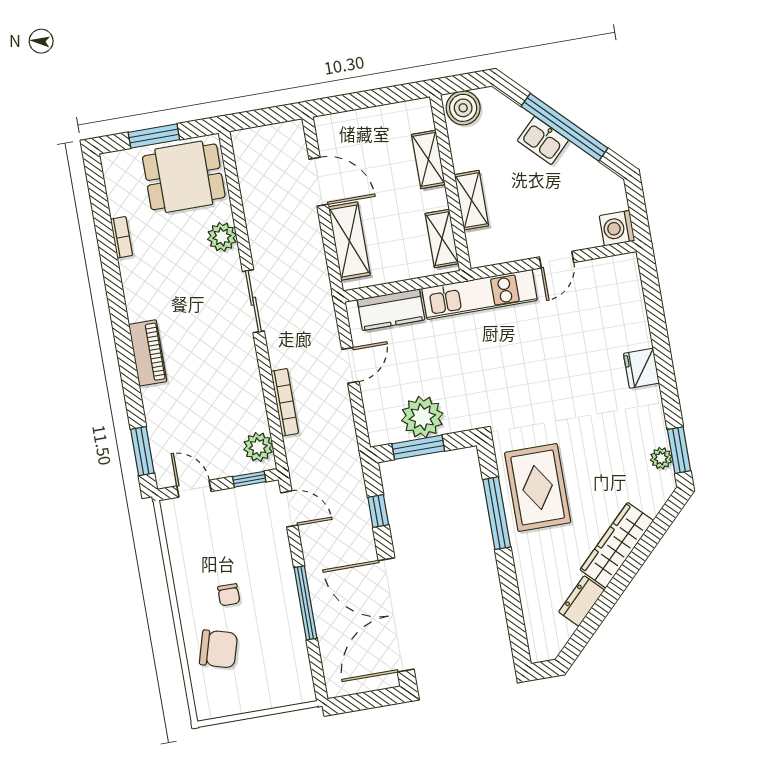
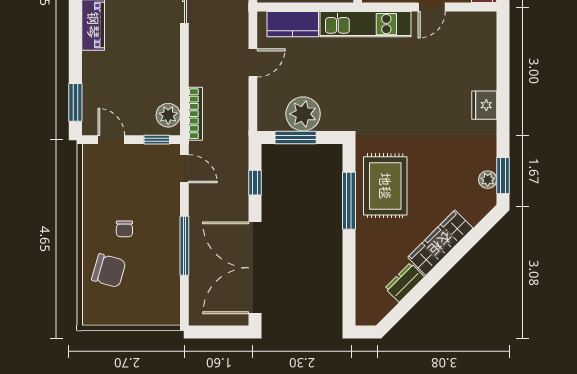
bookcase: (285, 402) -> (196, 114), moved

